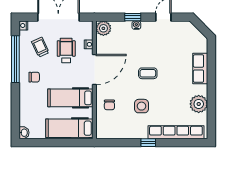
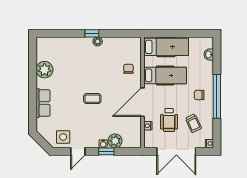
plant: (103, 28) -> (115, 141), moved
window: (15, 59) -> (217, 96), moved
side table: (141, 106) -> (63, 137), moved
row of seats: (176, 132) -> (66, 43), removed
washbasin: (24, 133) -> (209, 54), moved
plant: (142, 134) -> (98, 41), added

